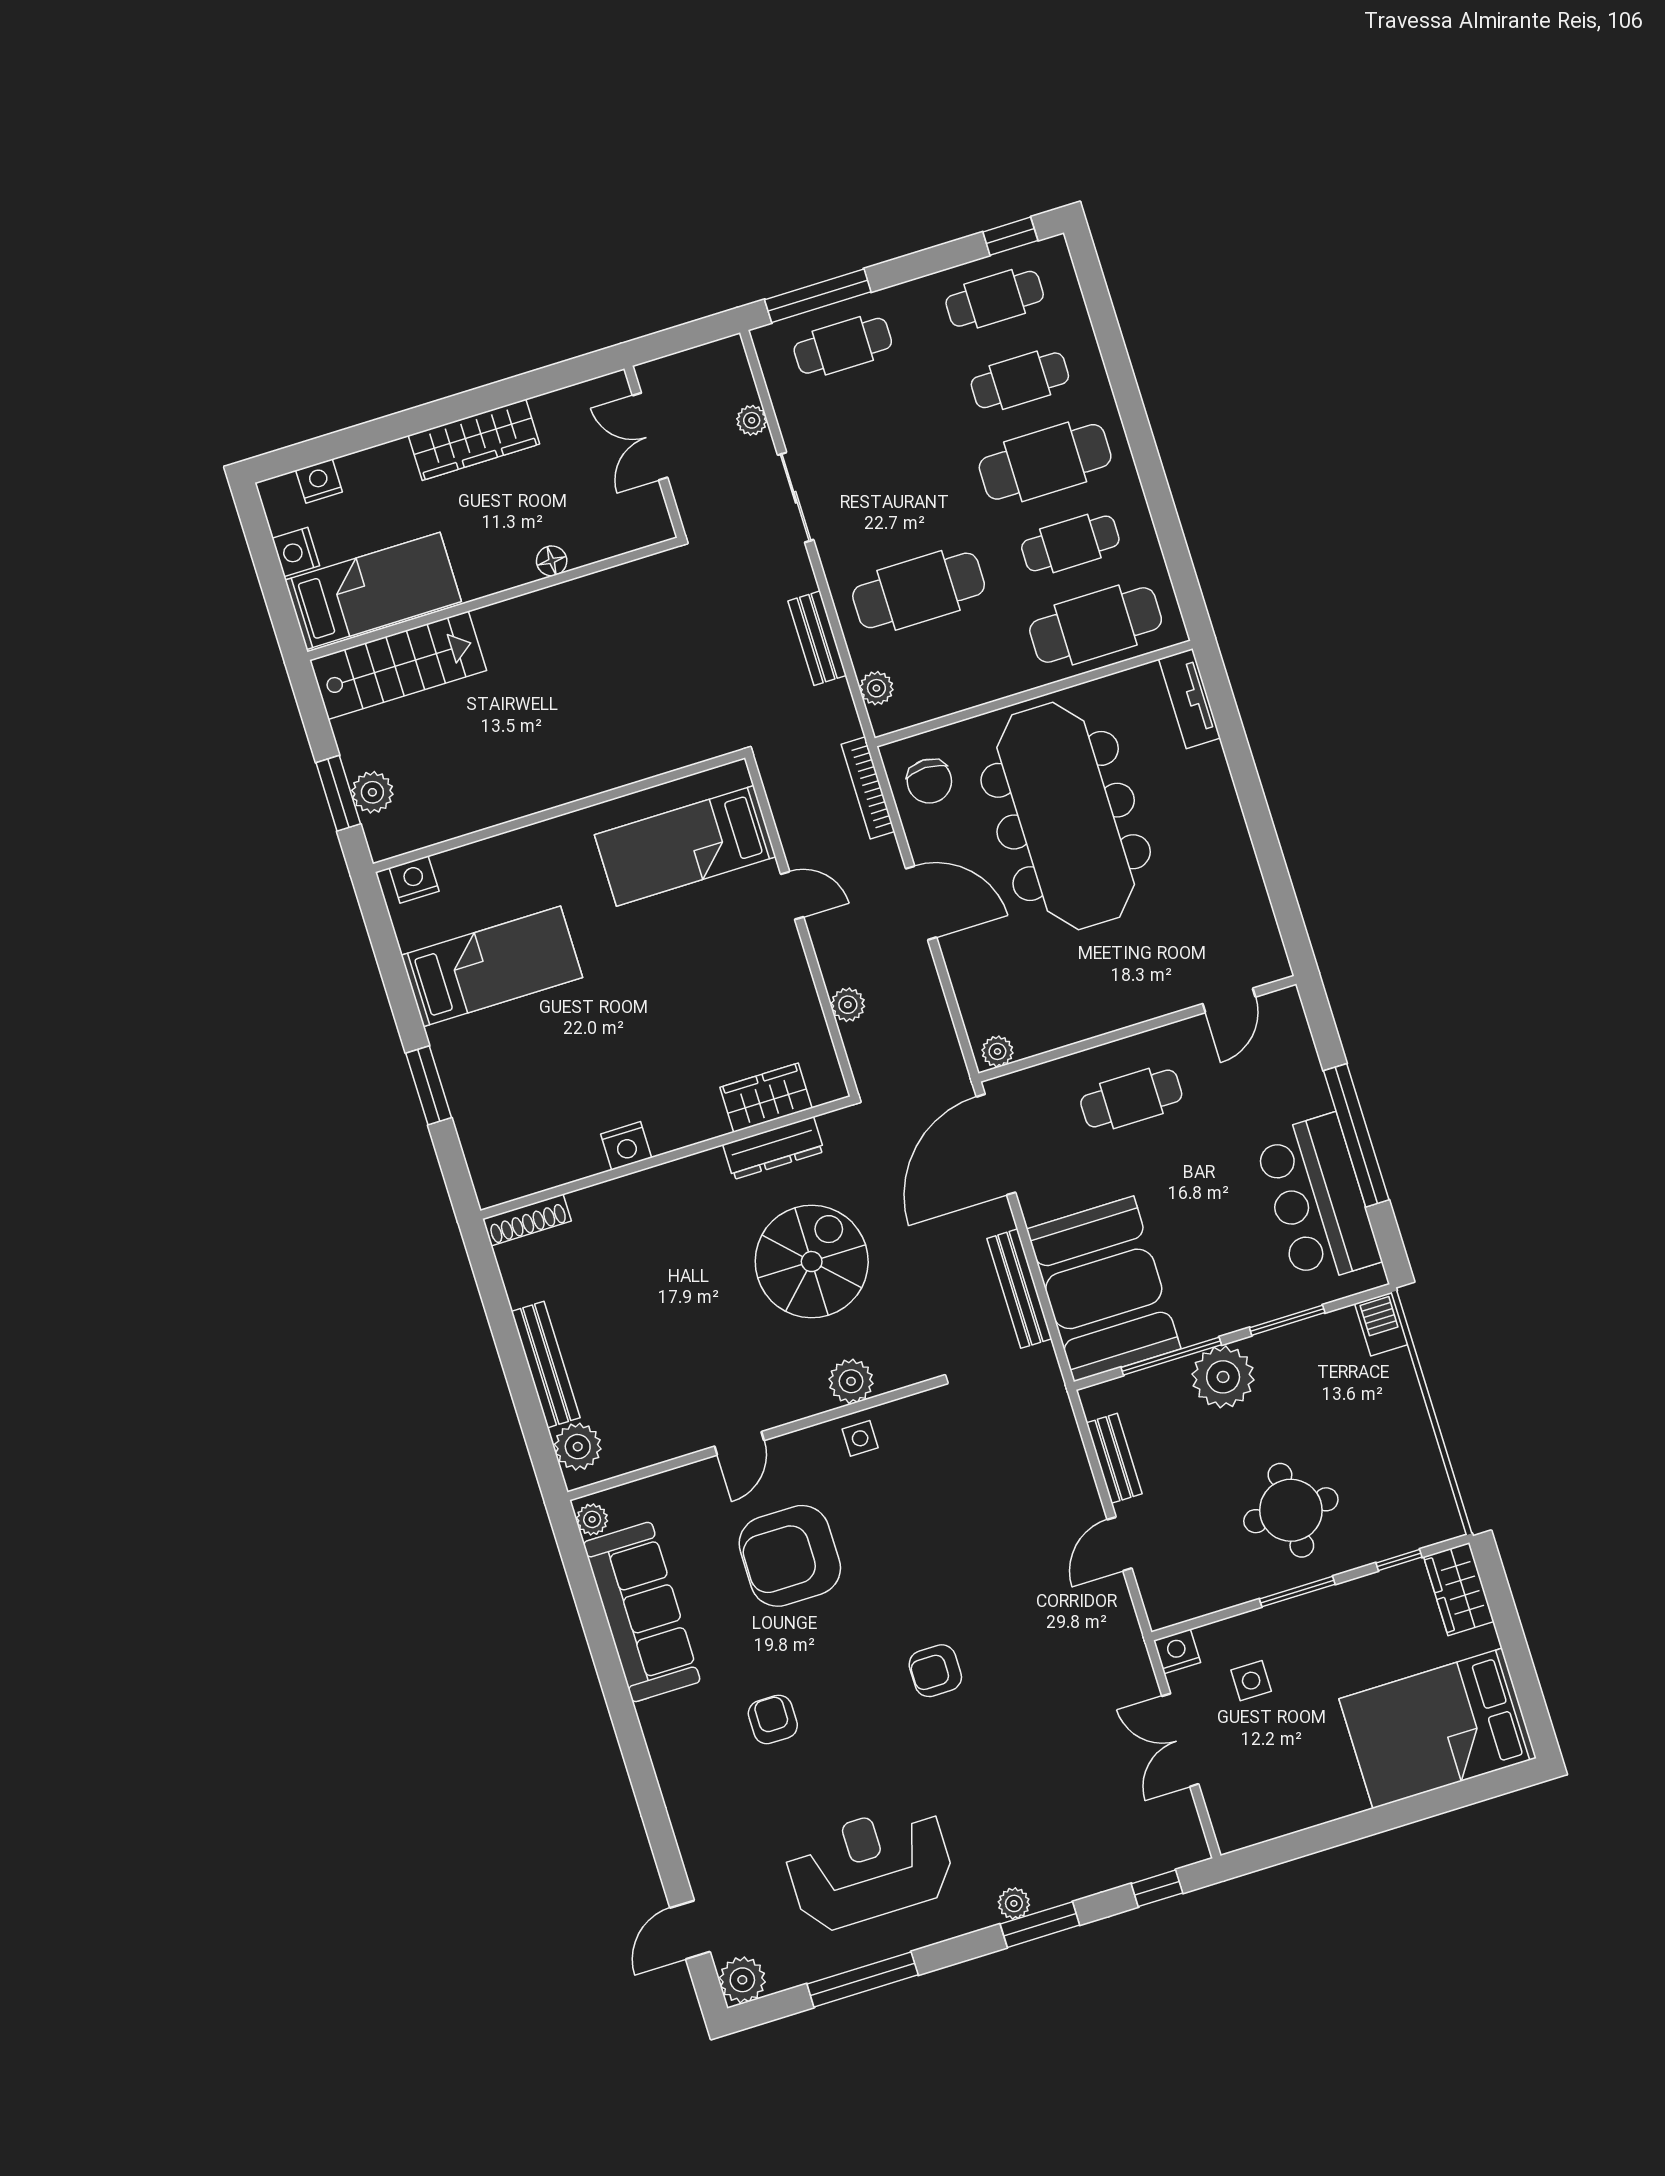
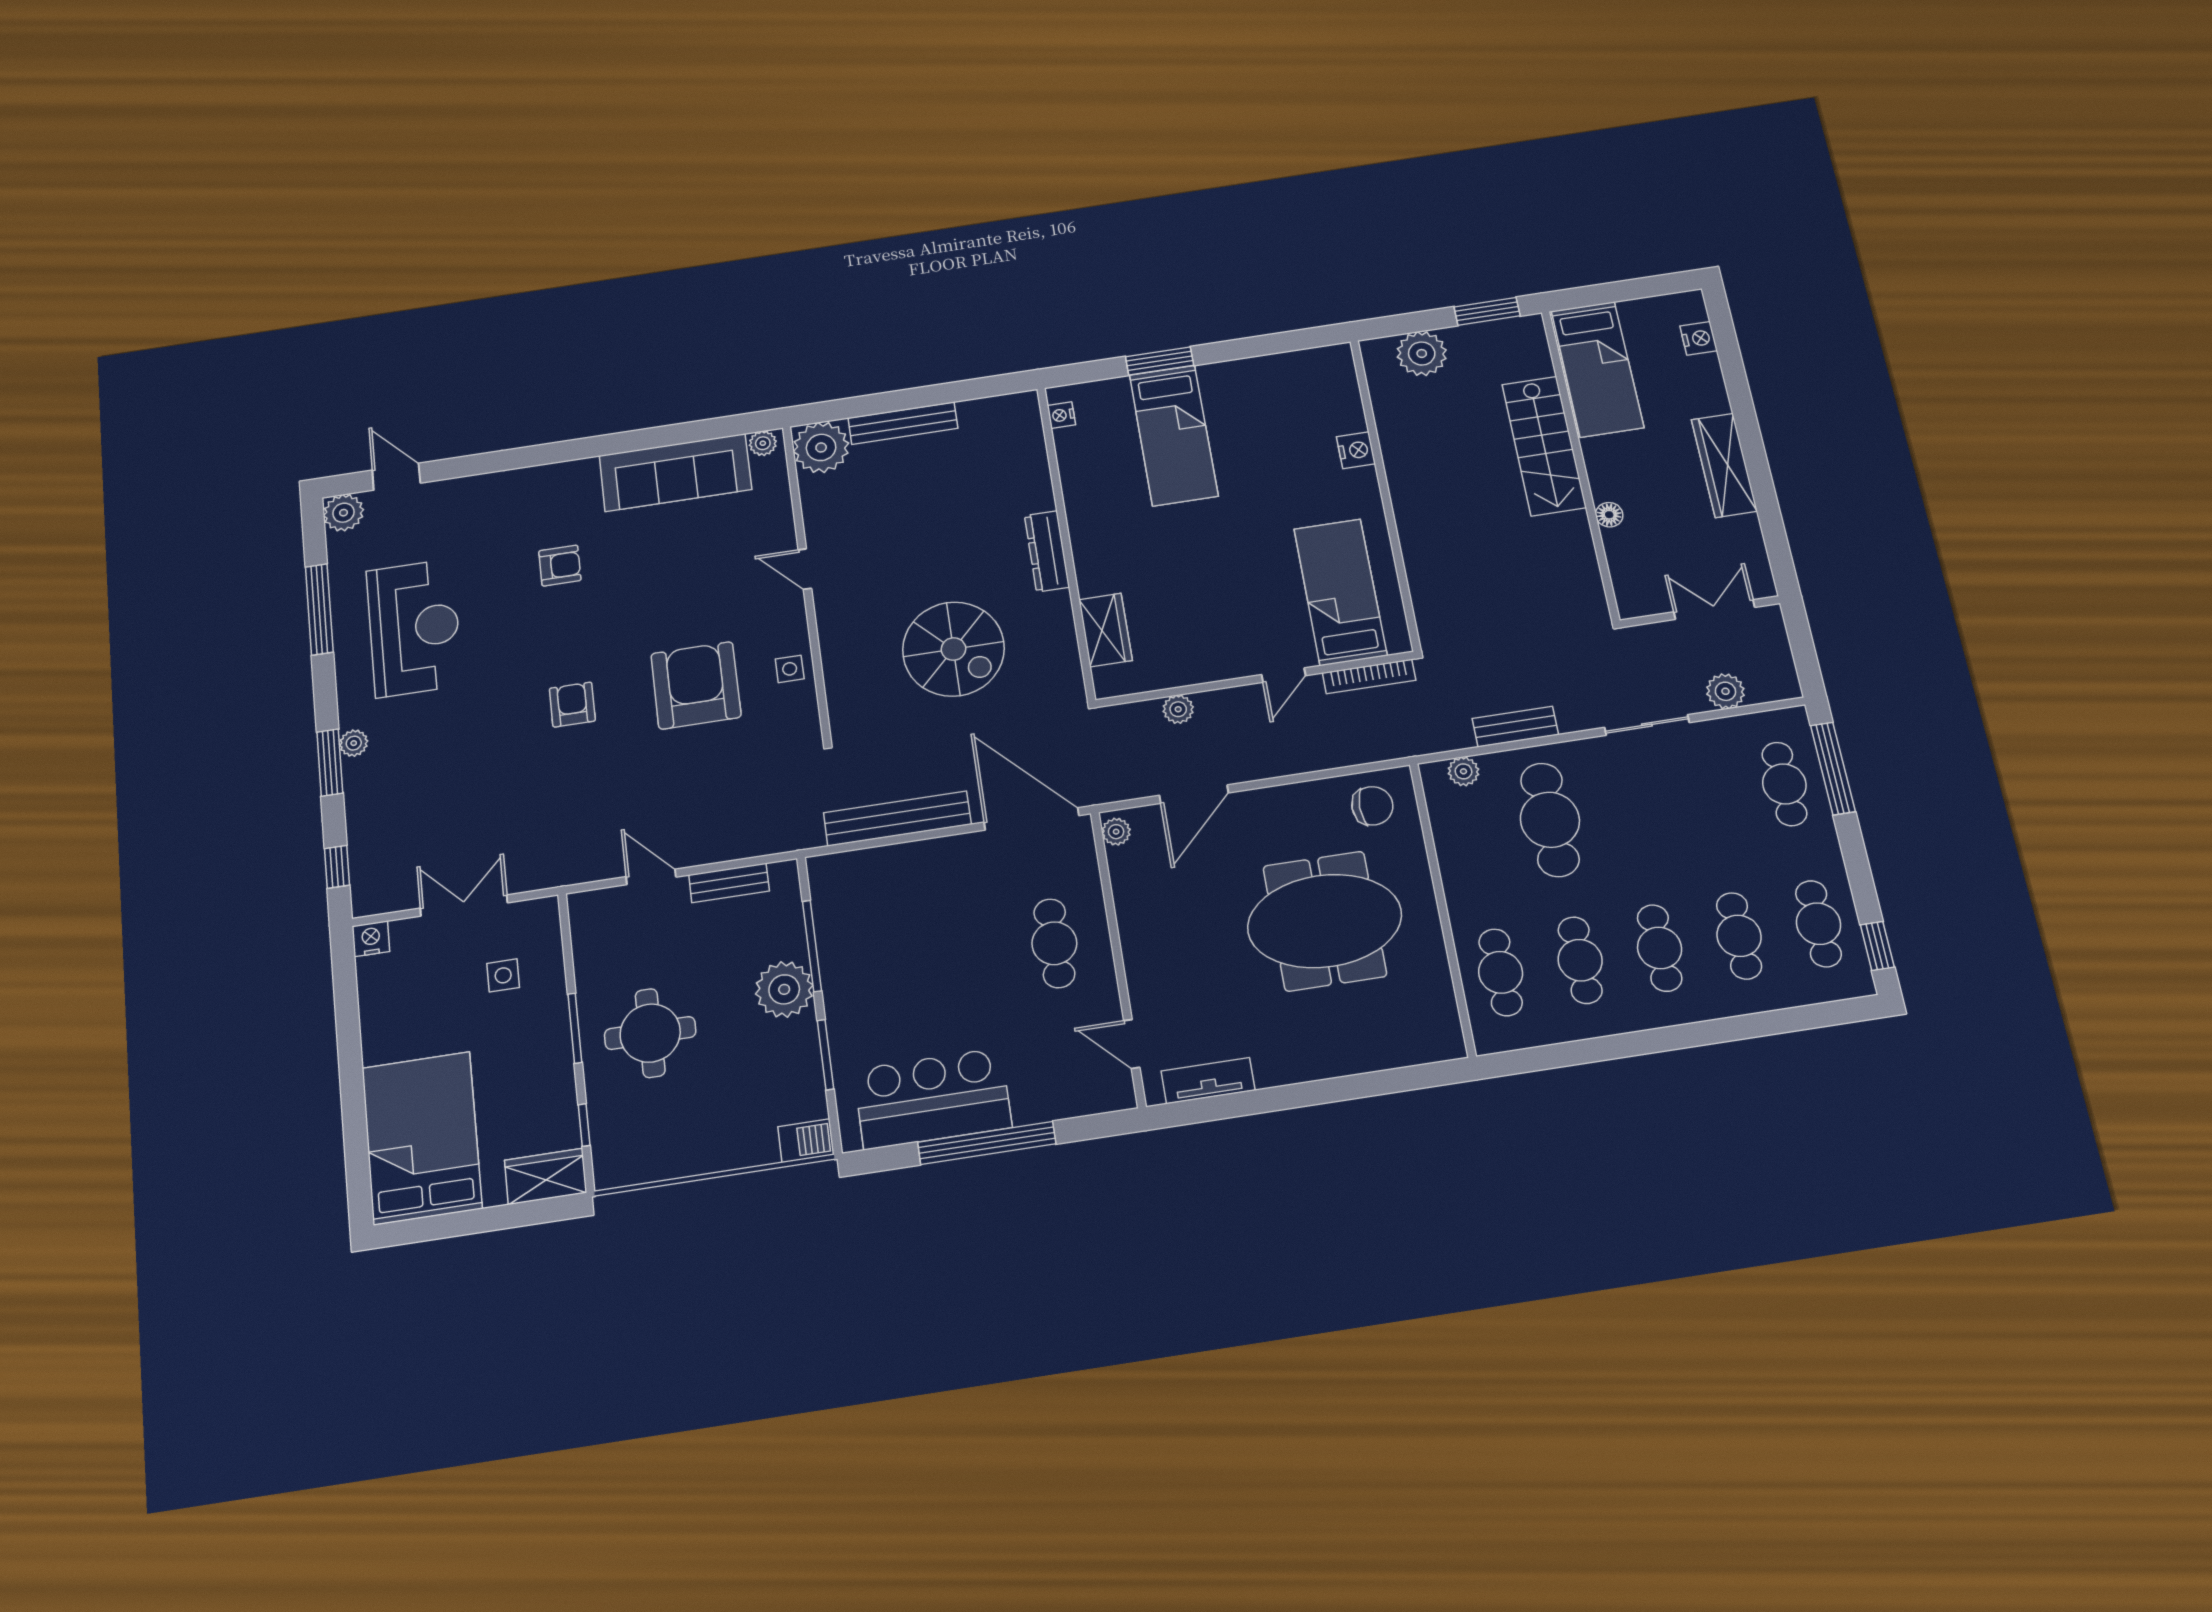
plant: (752, 420) -> (1725, 691), width x1.38, depth x1.38
cafe table: (1045, 462) -> (1660, 948), width x0.73, depth x0.74
nightstand: (296, 552) -> (1638, 313), removed
cafe table: (1096, 625) -> (1501, 972), width x0.73, depth x0.74
stairs: (398, 665) -> (1544, 446), moved
tv unit: (1190, 699) -> (1208, 1081), moved
chair: (929, 781) -> (1372, 806), turned 180
bookcase: (868, 788) -> (1369, 677), moved, turned 180
plant: (372, 792) -> (1422, 354), width x1.36, depth x1.36
window: (338, 793) -> (1487, 311), moved
meeting table: (1066, 816) -> (1325, 921), width x0.73
nightstand: (414, 879) -> (1356, 450), moved
door: (921, 903) -> (1194, 794), moved
bed: (492, 966) -> (1174, 435), moved
nightstand: (626, 1146) -> (1061, 415), moved, width x0.72, depth x0.74
dresser: (773, 1148) -> (1047, 551), moved
shoe rack: (527, 1220) -> (1030, 424), removed
bench: (1019, 1289) -> (897, 819), width x1.37, depth x1.21
booth: (1104, 1289) -> (884, 895), removed
plant: (851, 1381) -> (841, 668), removed
plant: (578, 1447) -> (821, 447), width x1.36, depth x1.36
armchair: (790, 1556) -> (696, 685), moved
nightstand: (1177, 1651) -> (371, 939), moved, turned -90

